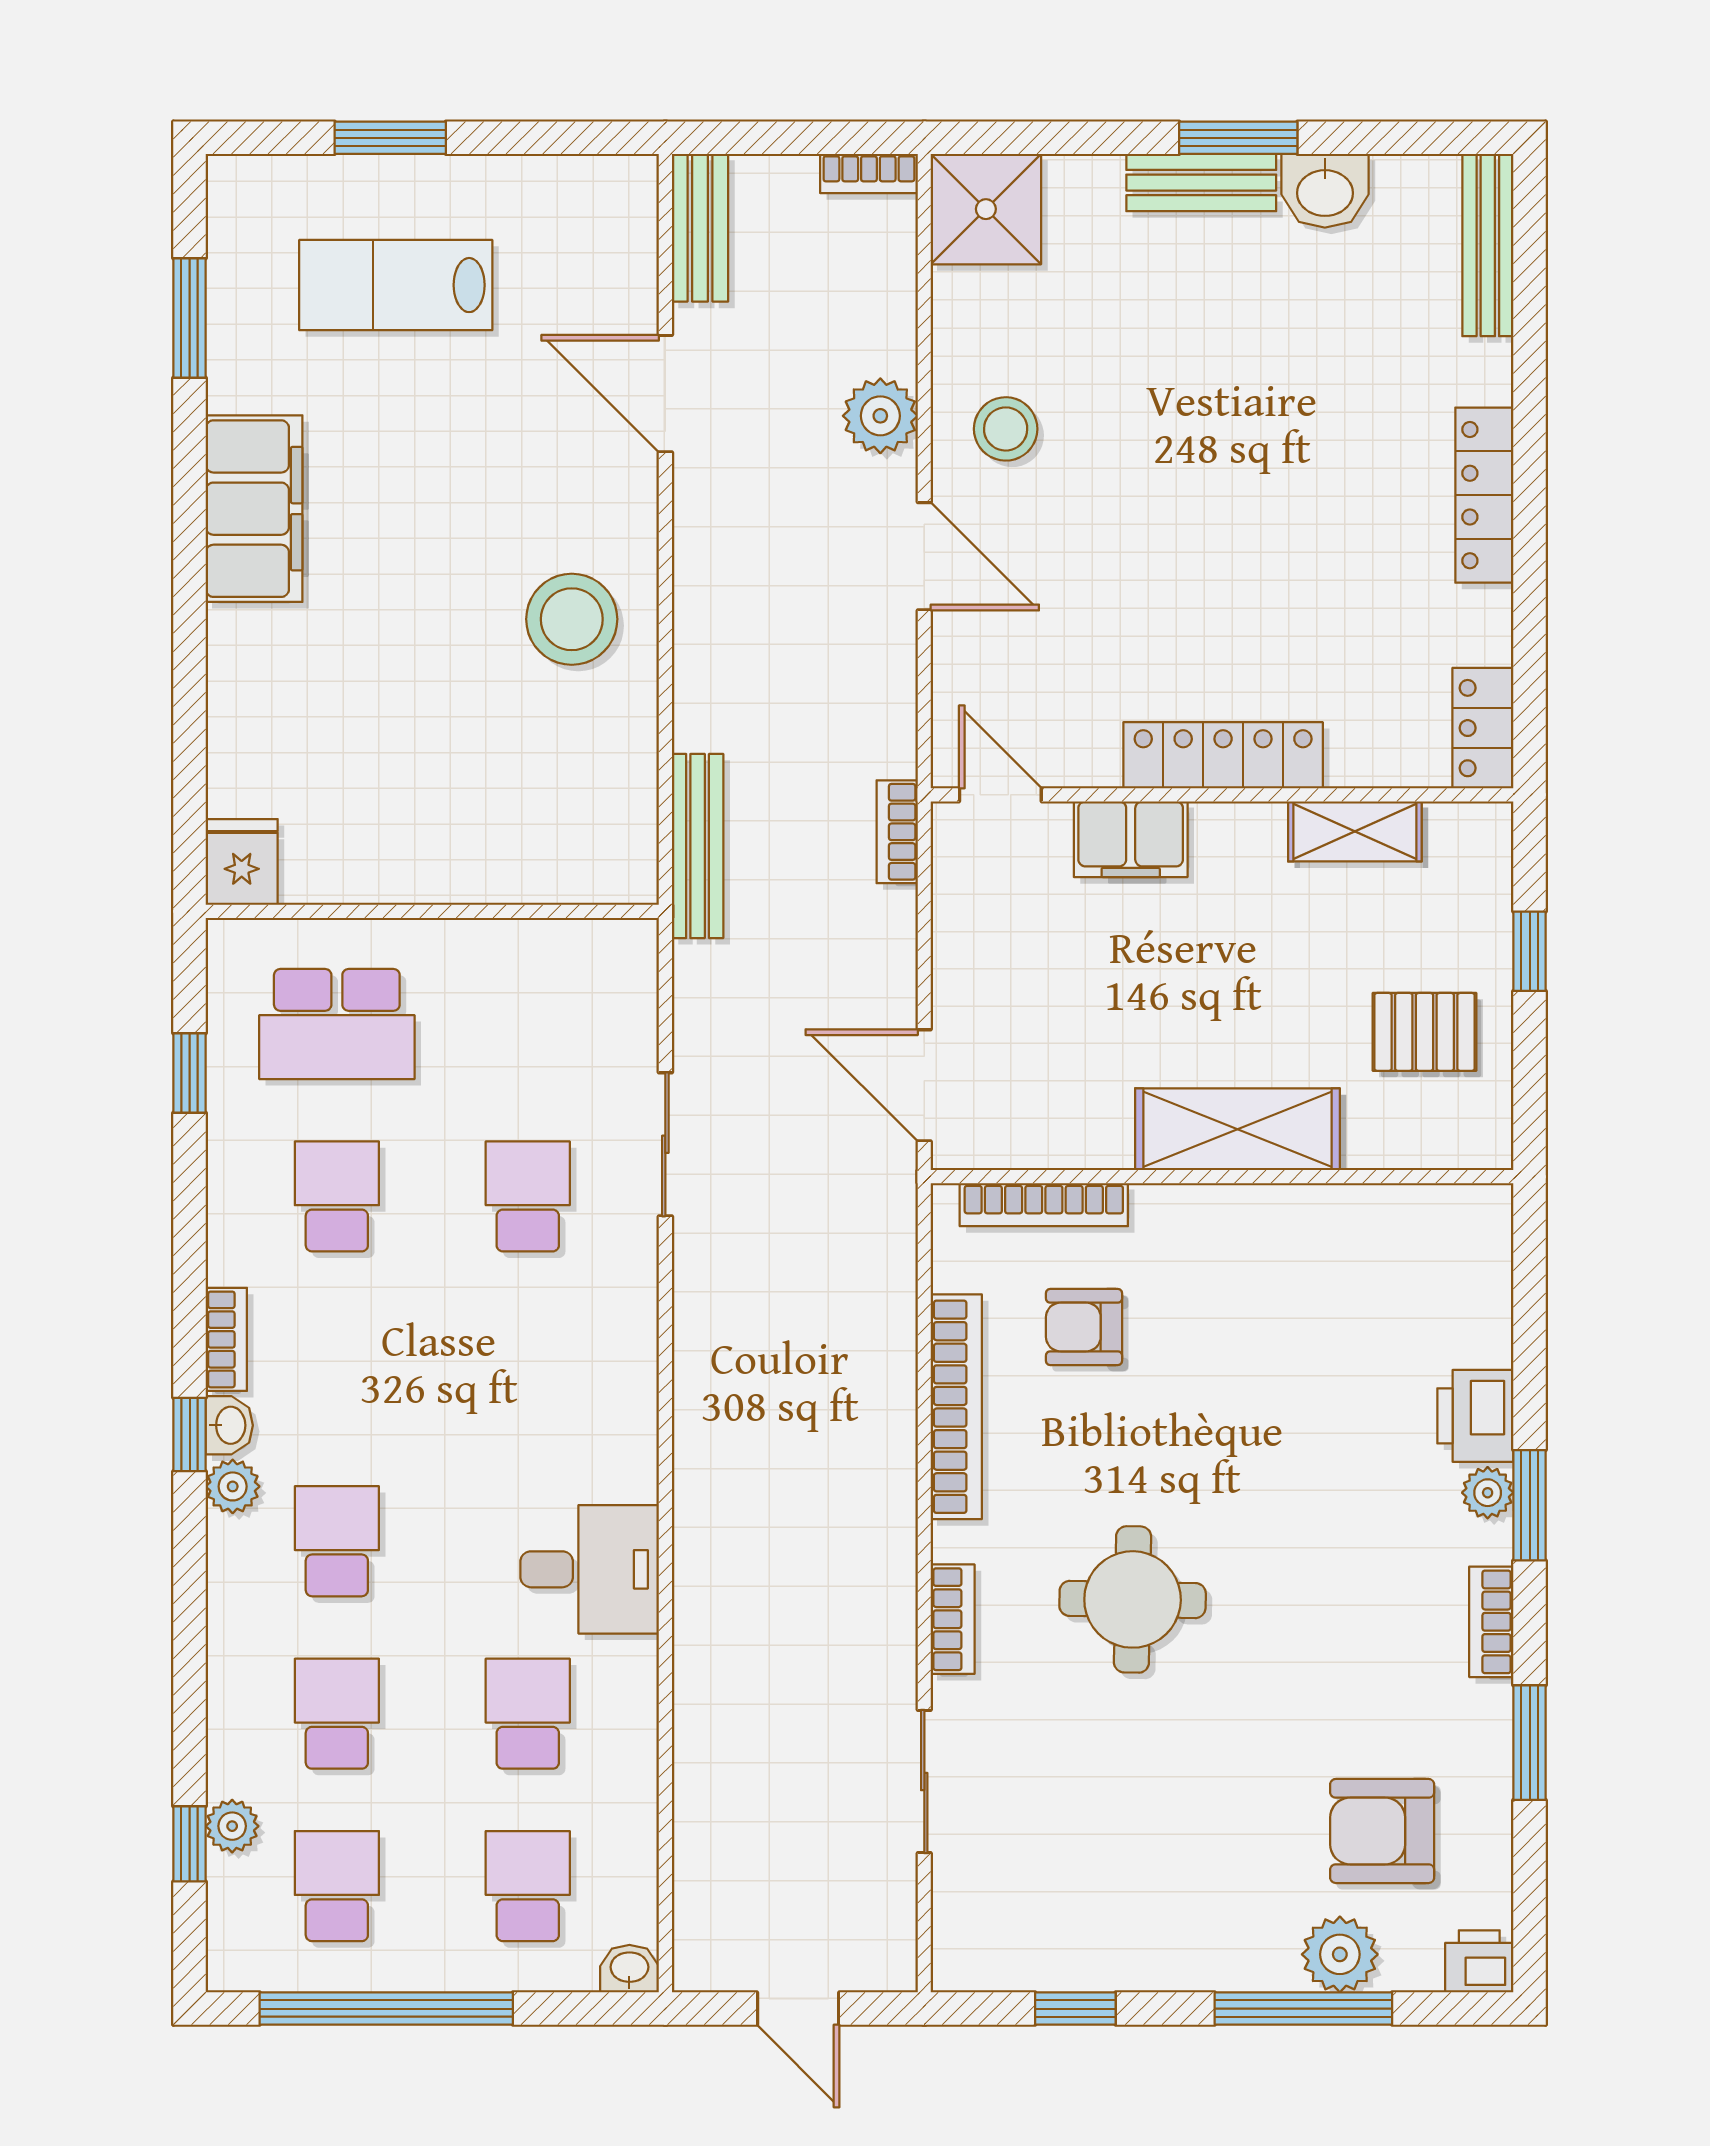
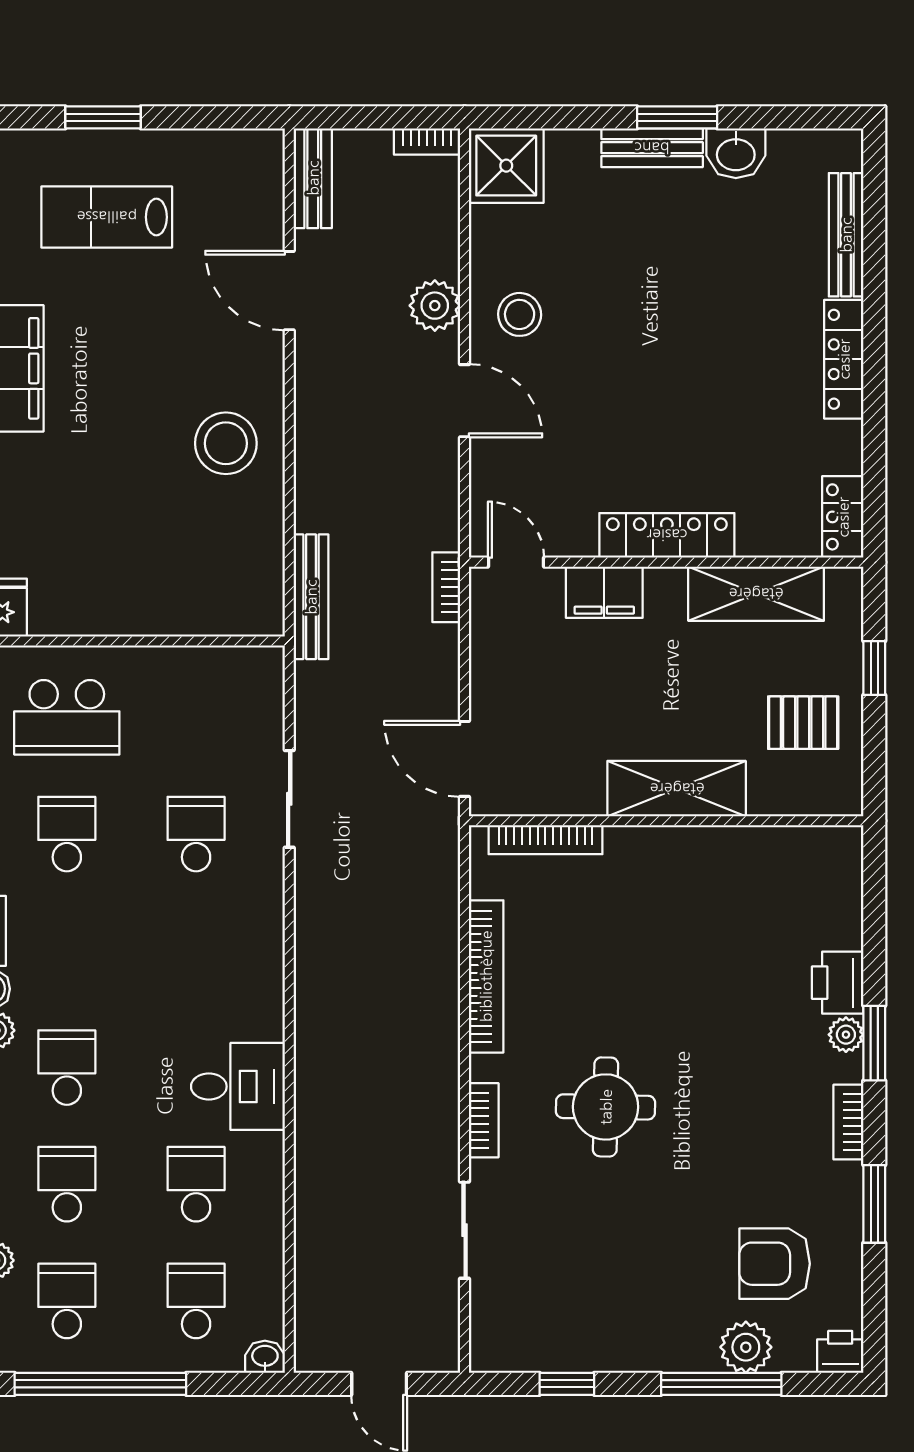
bench: (1488, 245) -> (846, 235), moved
shelving: (1355, 831) -> (756, 594), width x1.50, depth x1.33
armchair: (1084, 1327) -> (573, 922), removed

